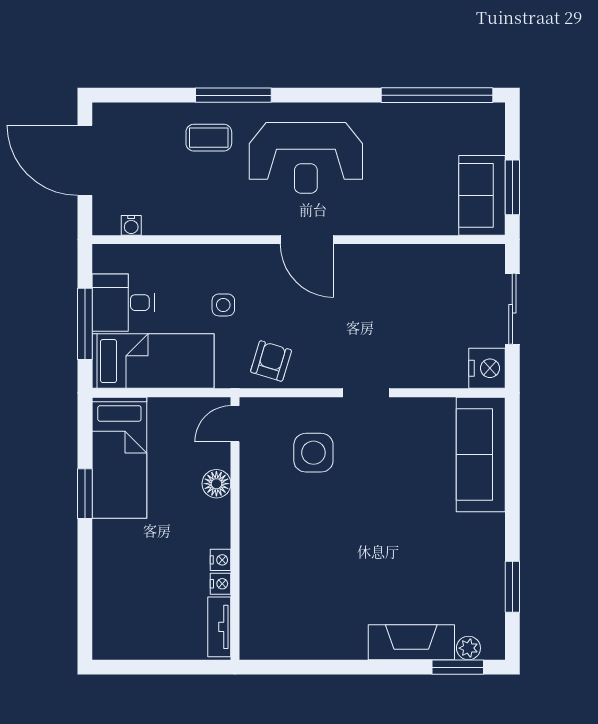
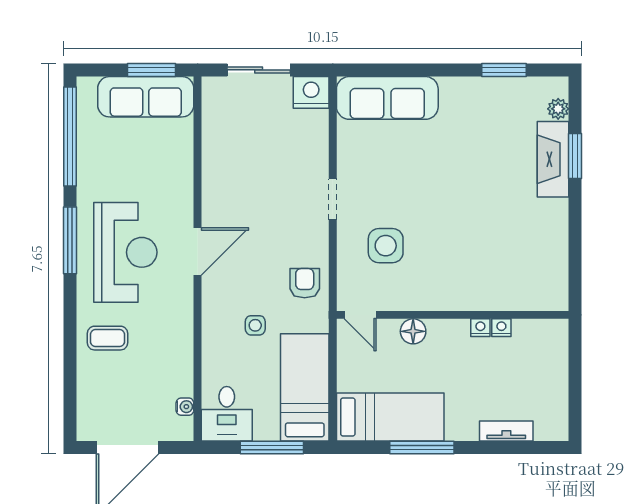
window: (233, 95) -> (70, 240), moved
coffee table: (209, 138) -> (107, 338), turned 90
sofa: (482, 195) -> (146, 97), width x1.36
desk: (123, 303) -> (227, 414), moved
armchair: (271, 361) -> (305, 283), turned 73
window: (85, 494) -> (422, 448), width x1.44
tv unit: (219, 627) -> (506, 431), moved, turned 180
window: (458, 667) -> (575, 156), moved

